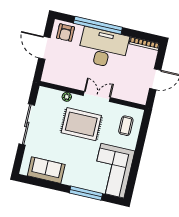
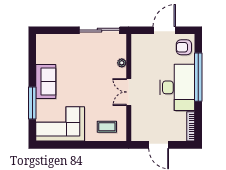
double door: (97, 97) -> (129, 92), swing flipped
sliding door: (27, 124) -> (100, 30), moved
rug: (81, 124) -> (98, 83), removed
sofa: (46, 170) -> (46, 81), moved

